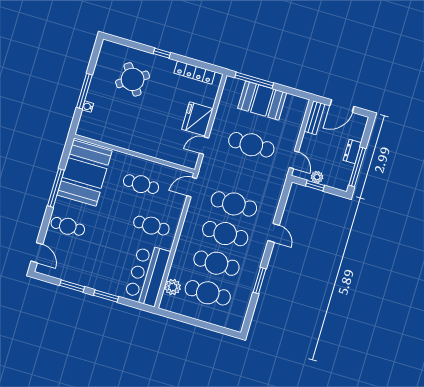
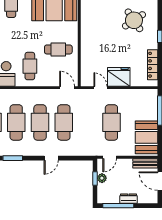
booth: (262, 101) -> (147, 137), moved
cafe table: (141, 184) -> (58, 49), turned 90

